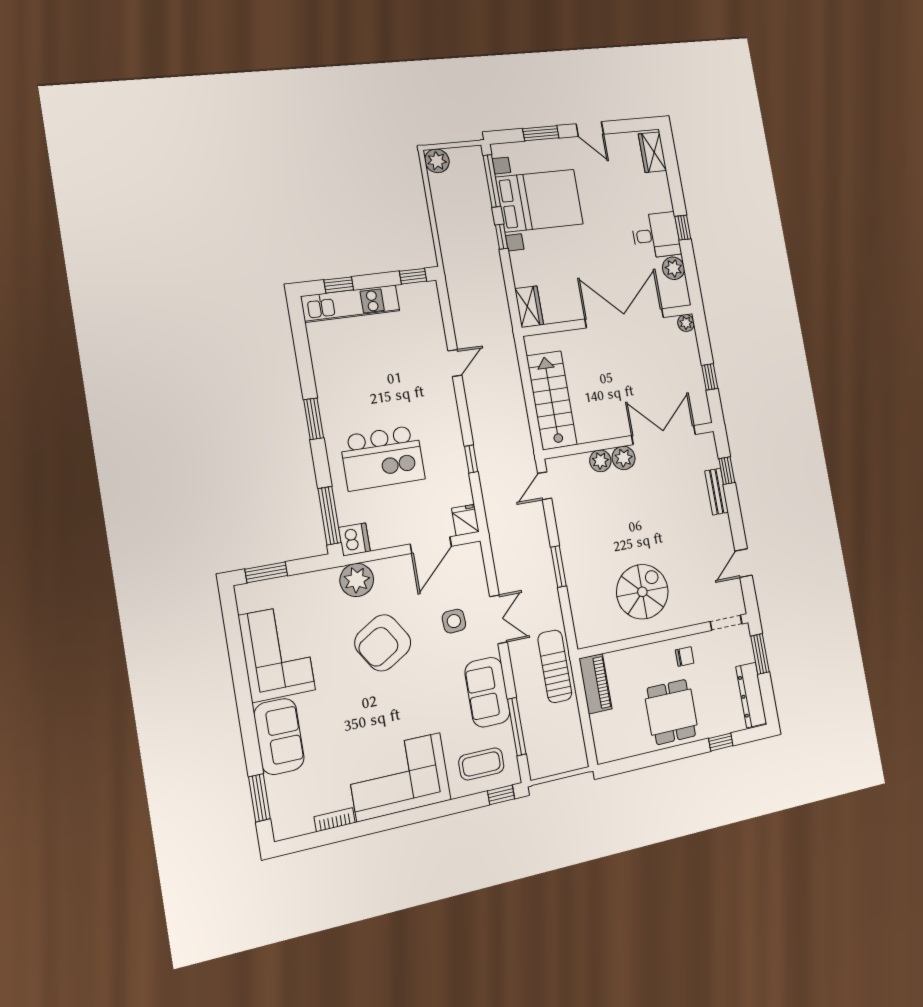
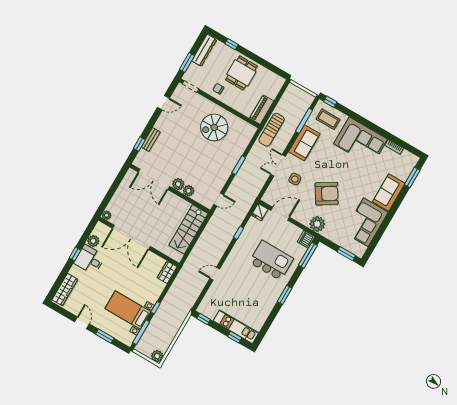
wardrobe: (652, 152) -> (65, 289), width x1.50
bed with nightstands: (540, 201) -> (128, 310), width x0.73
window: (710, 377) -> (115, 186), removed

